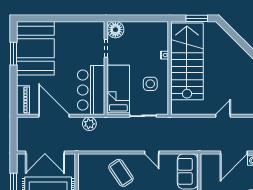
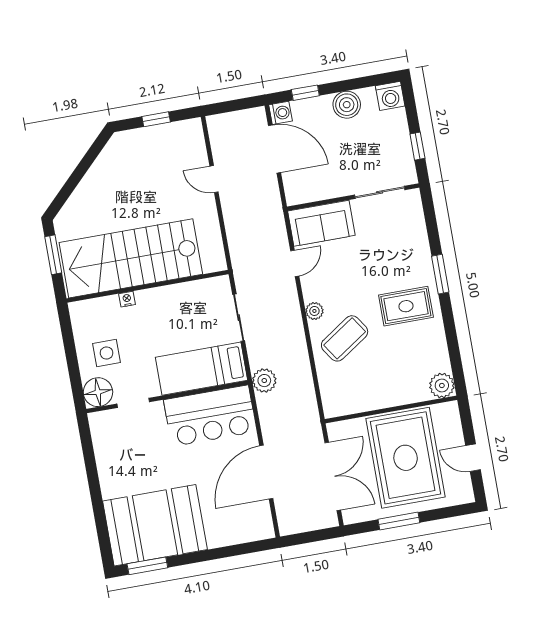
window: (13, 54) -> (147, 566), moved
side table: (150, 84) -> (107, 353), moved
piano: (23, 100) -> (249, 531), removed
plant: (89, 124) -> (264, 381), moved
door: (152, 153) -> (295, 263), moved
plant: (139, 159) -> (314, 311), added

